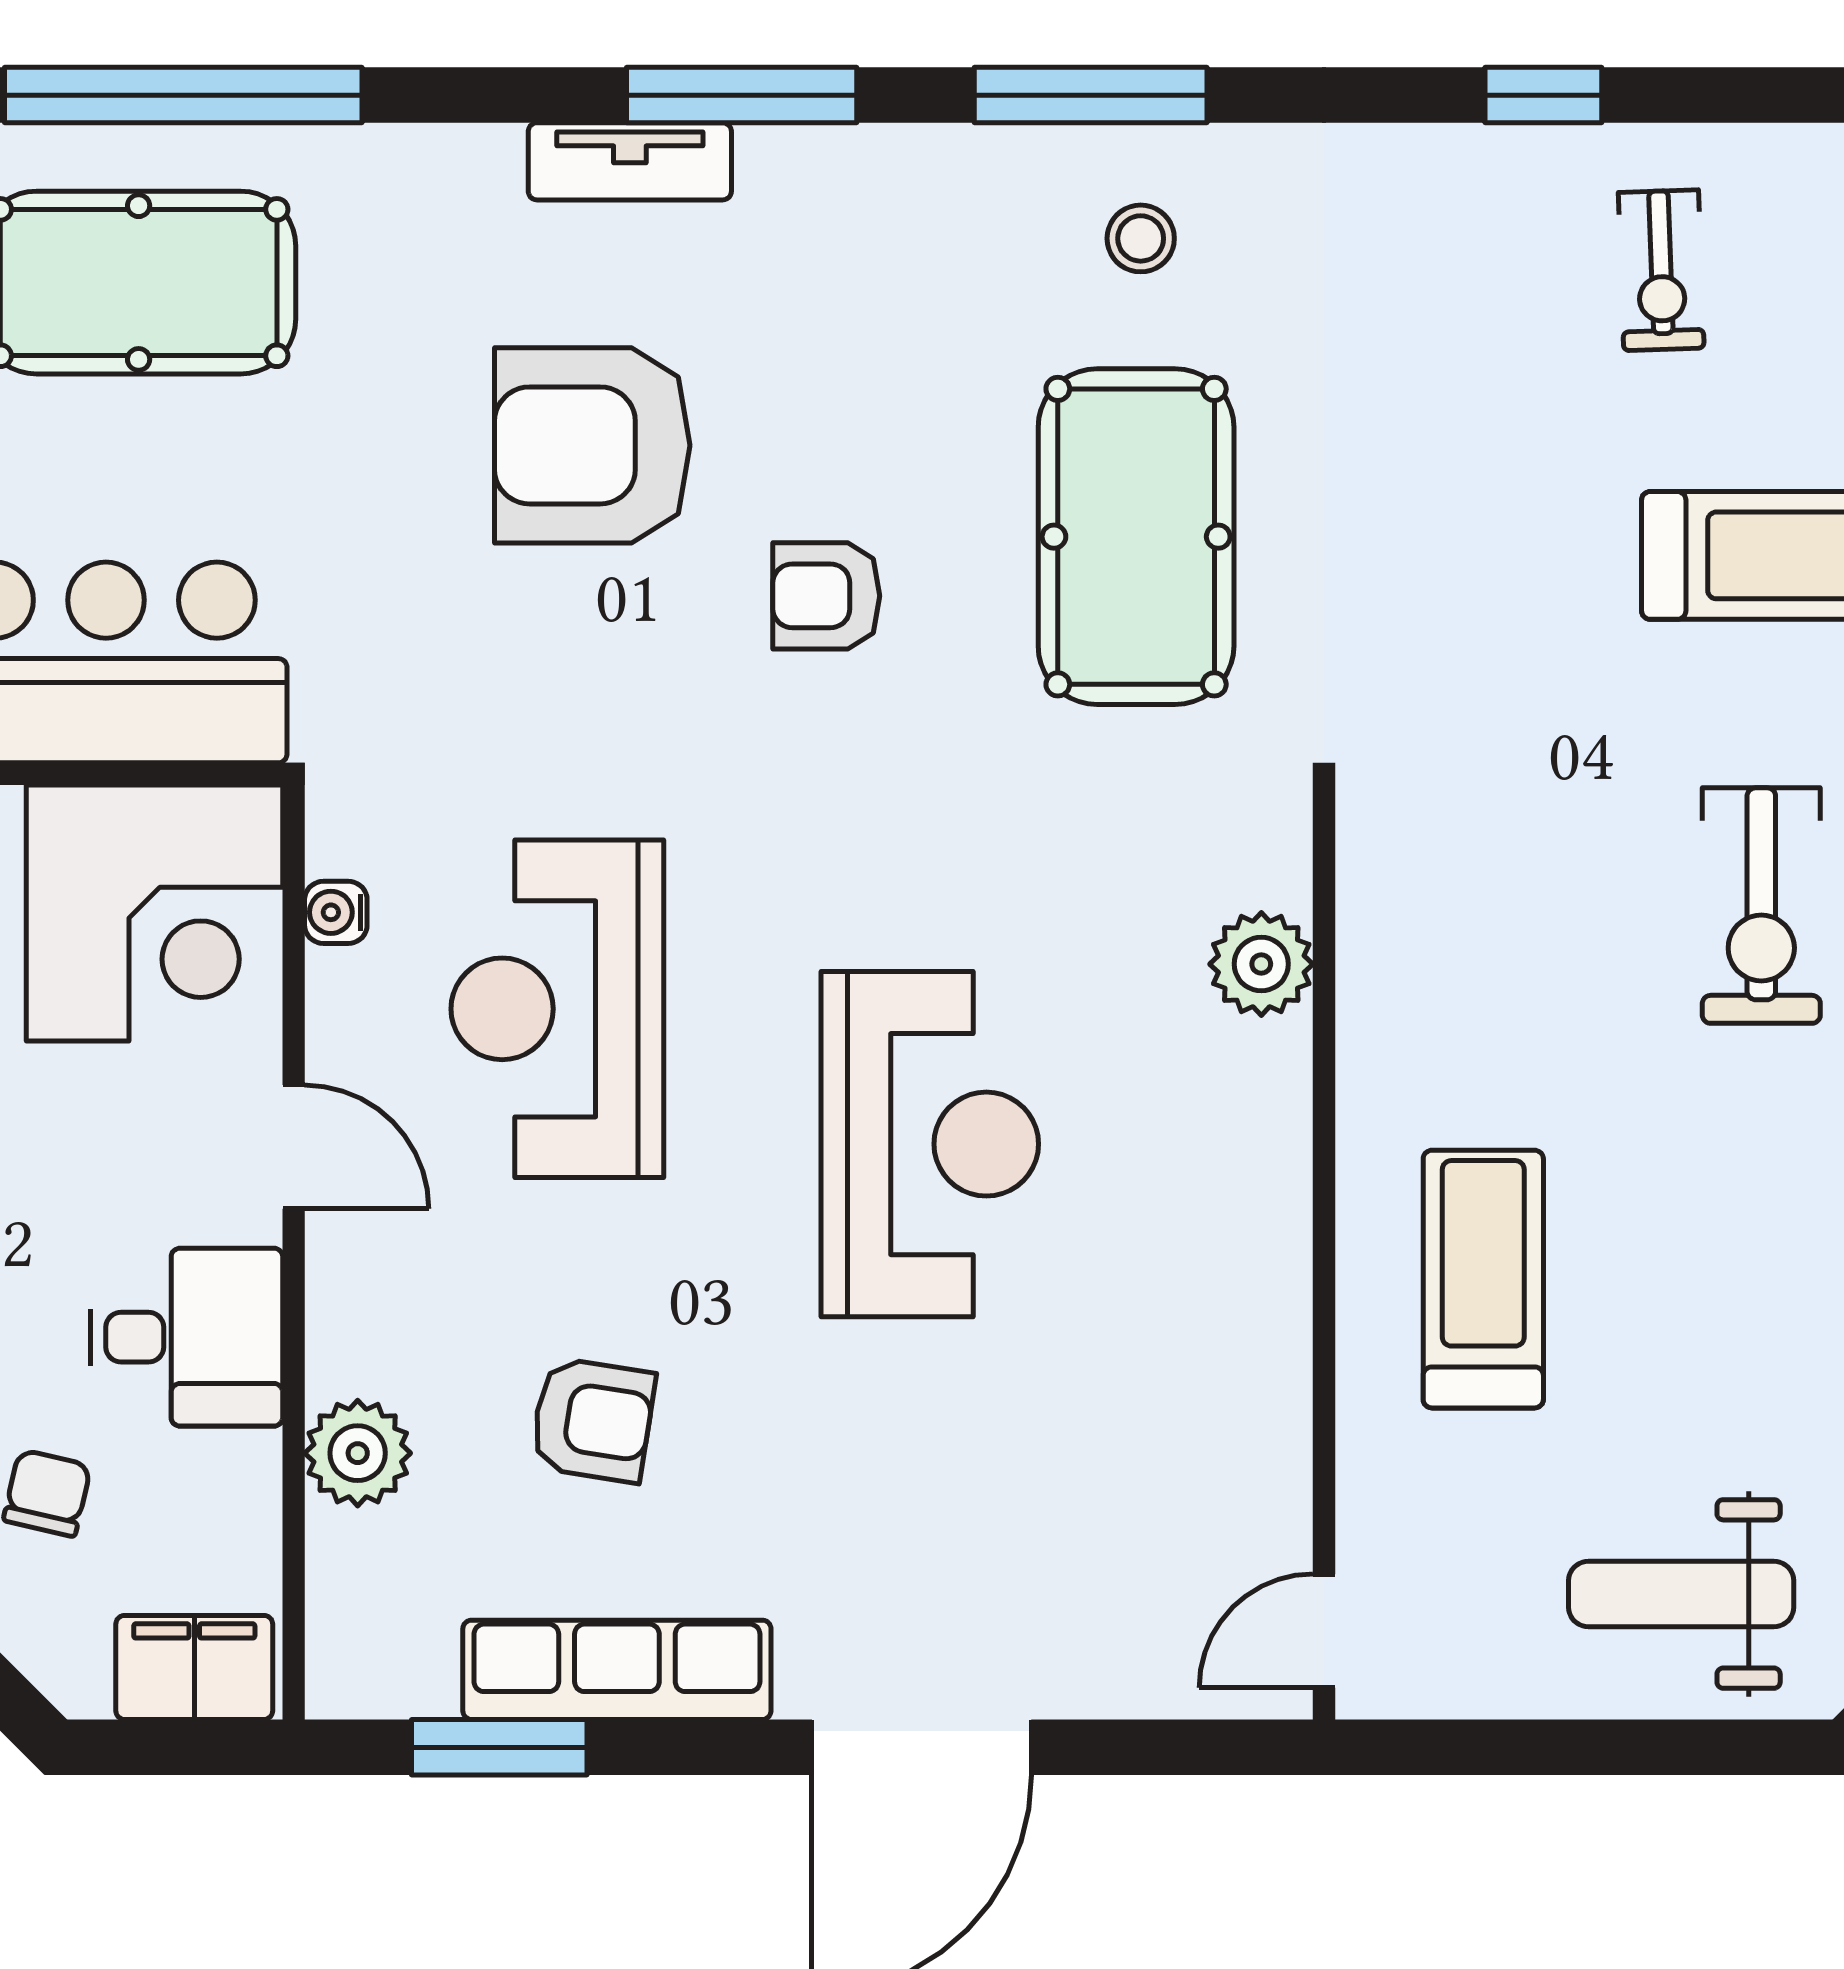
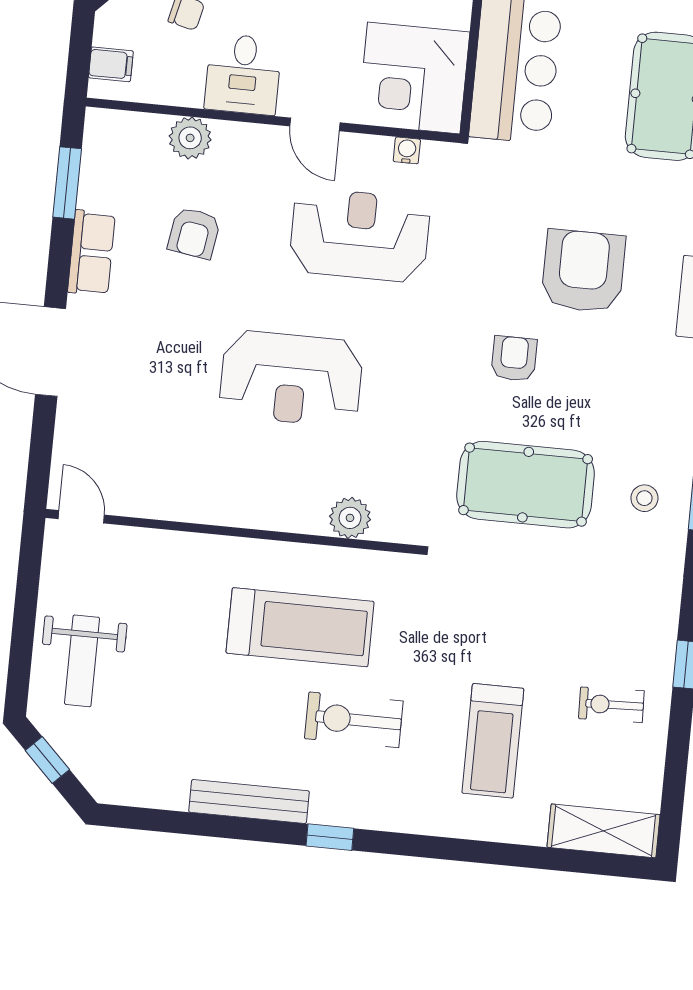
door: (294, 1147) -> (315, 124), hinge flipped
treadmill: (1483, 1279) -> (300, 627), moved, width x1.37, depth x1.38
weight bench: (1681, 1594) -> (82, 661), turned 180
filing cabinet: (194, 1667) -> (111, 64), width x0.50
row of seats: (617, 1670) -> (91, 253), width x0.68

